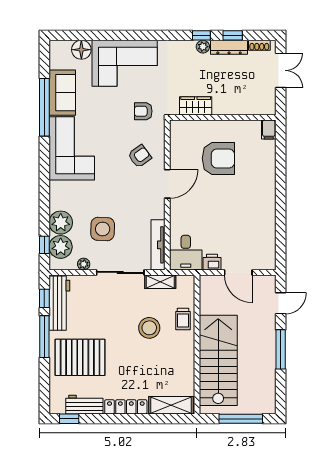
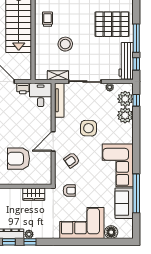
side table: (103, 229) -> (88, 128), moved
trolley: (183, 319) -> (47, 19), moved

